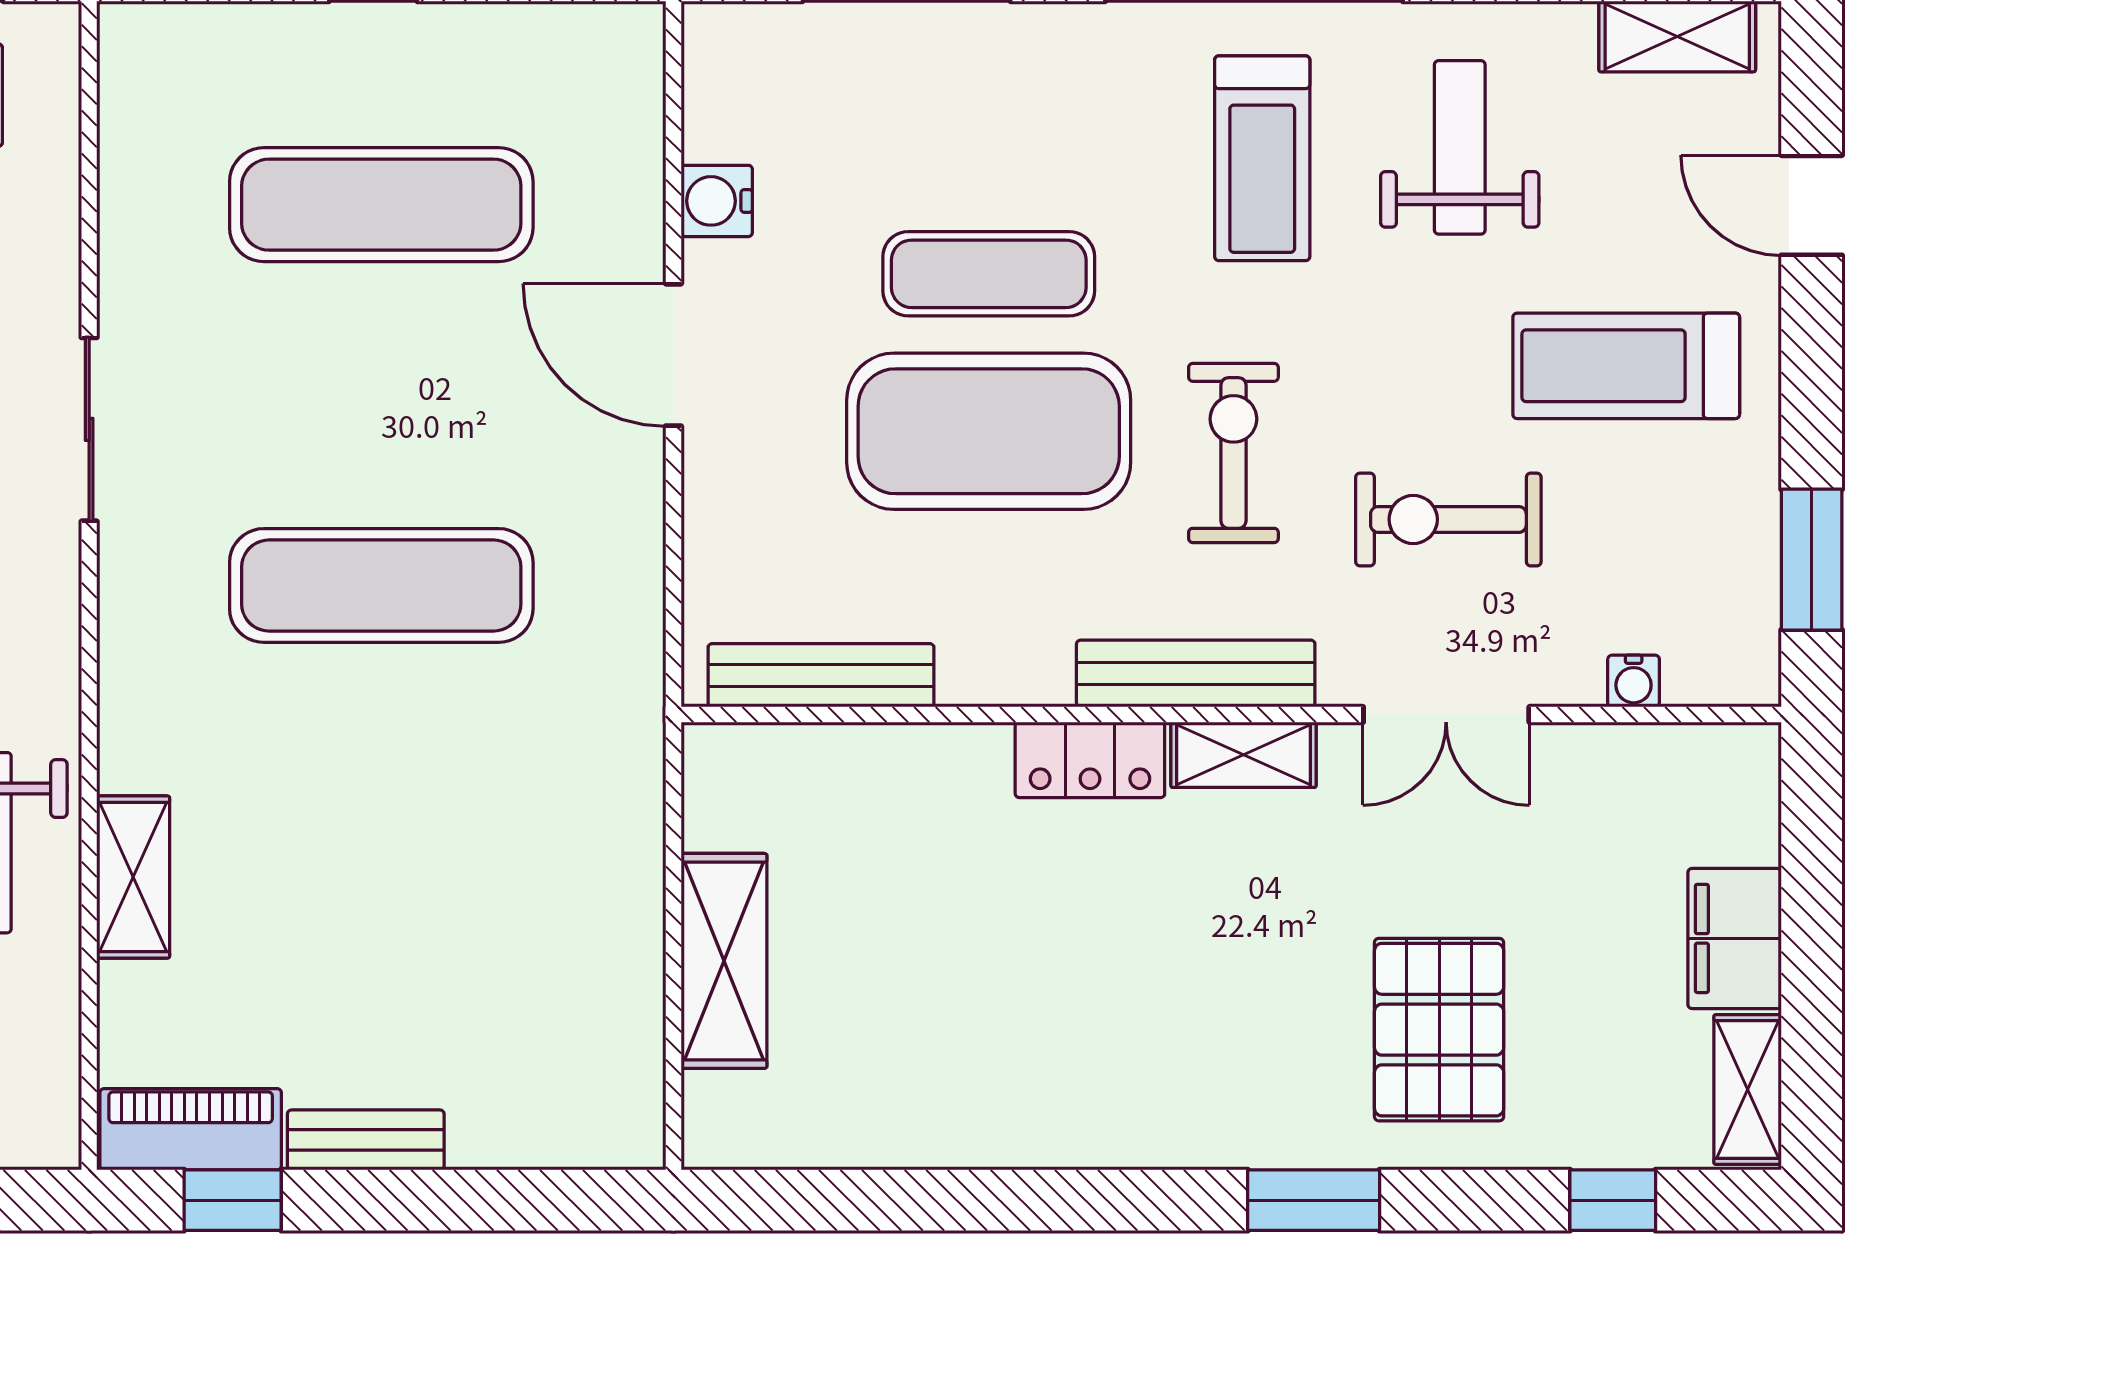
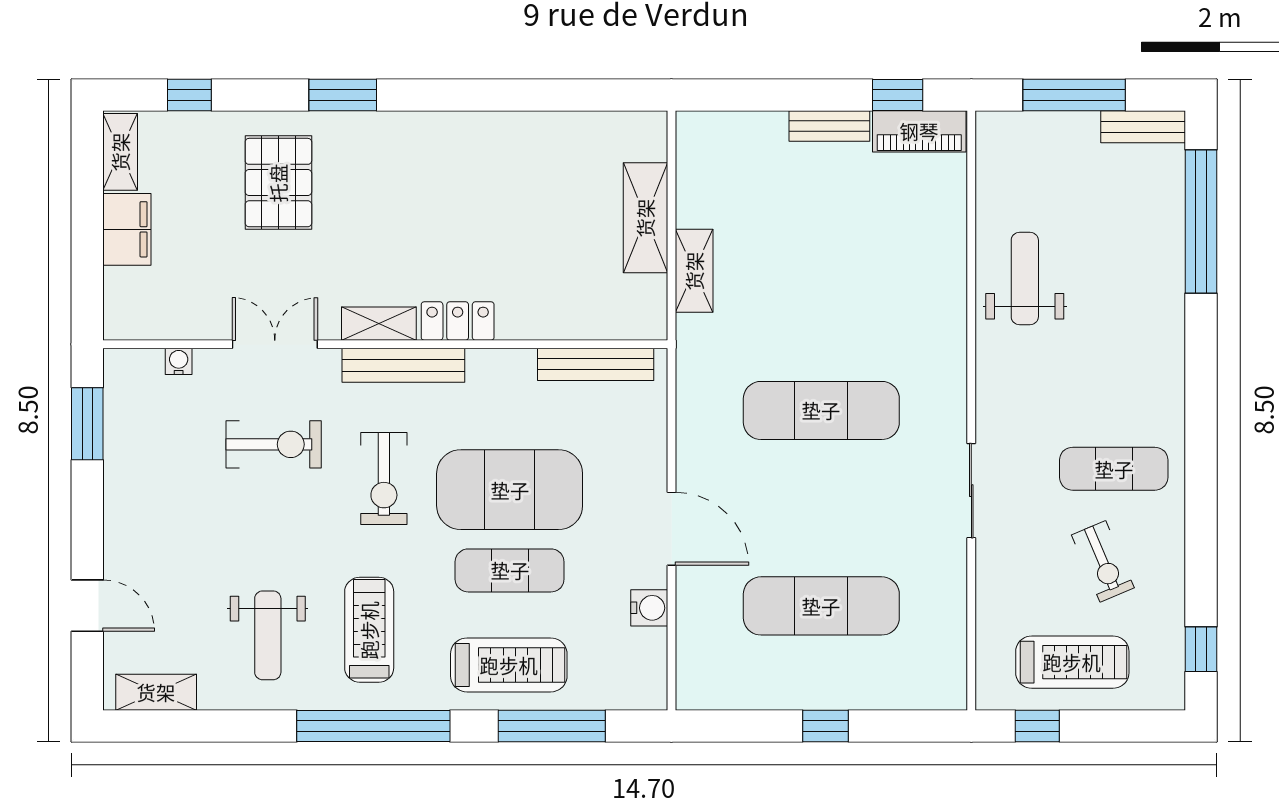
treadmill: (1626, 366) -> (509, 665), moved
shelving: (133, 877) -> (694, 271), moved

